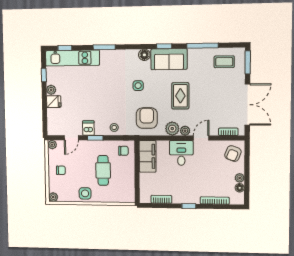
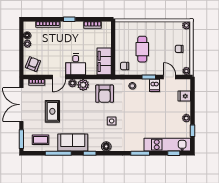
sofa: (169, 59) -> (73, 143), moved
rug: (180, 96) -> (52, 111), moved
fridge: (54, 102) -> (184, 96), moved
door: (71, 138) -> (170, 77), hinge flipped
side table: (85, 193) -> (158, 29), removed

